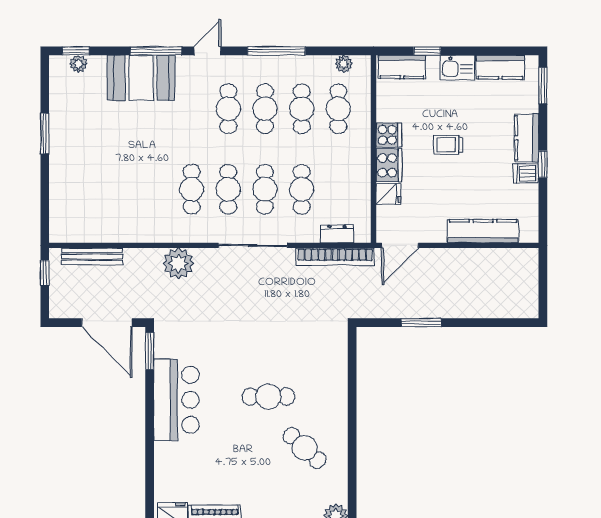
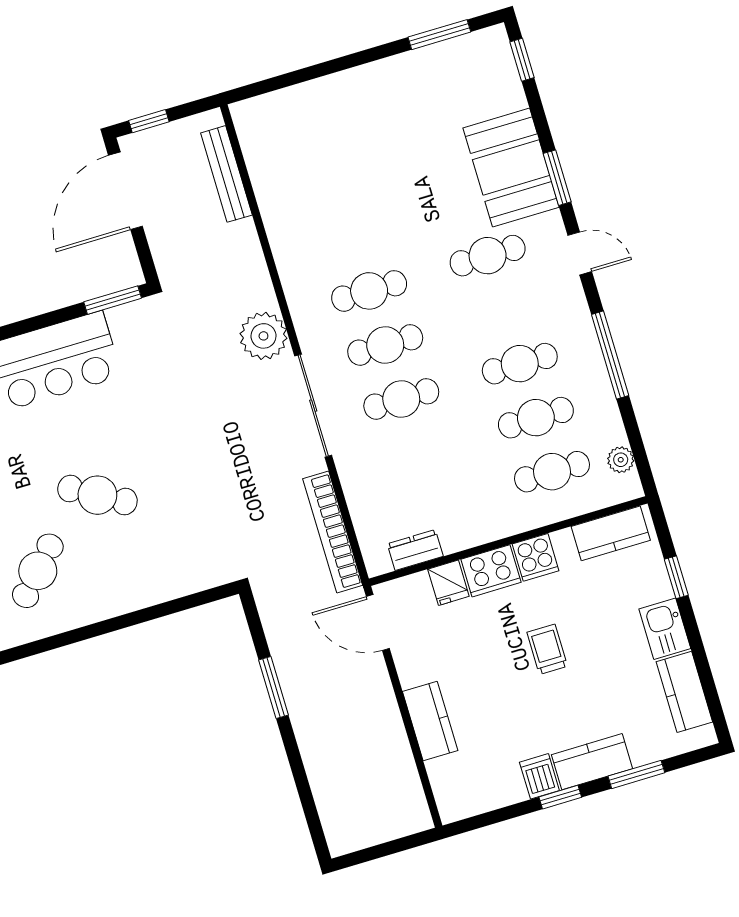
window: (156, 51) -> (557, 178), width x0.69
plant: (78, 64) -> (504, 69), removed
kitchen counter: (402, 67) -> (611, 533), moved, turned -90
window: (543, 86) -> (636, 774), moved
cafe table: (228, 109) -> (488, 256), moved
window: (45, 134) -> (439, 35), moved
cafe table: (302, 189) -> (417, 453), removed
kitchen counter: (483, 231) -> (430, 721), width x0.67
dresser: (337, 234) -> (415, 550), moved, turned -90
plant: (179, 263) -> (263, 336), moved
window: (45, 273) -> (149, 121), moved
door: (107, 323) -> (125, 191), moved
cafe table: (268, 397) -> (97, 495), turned -60

